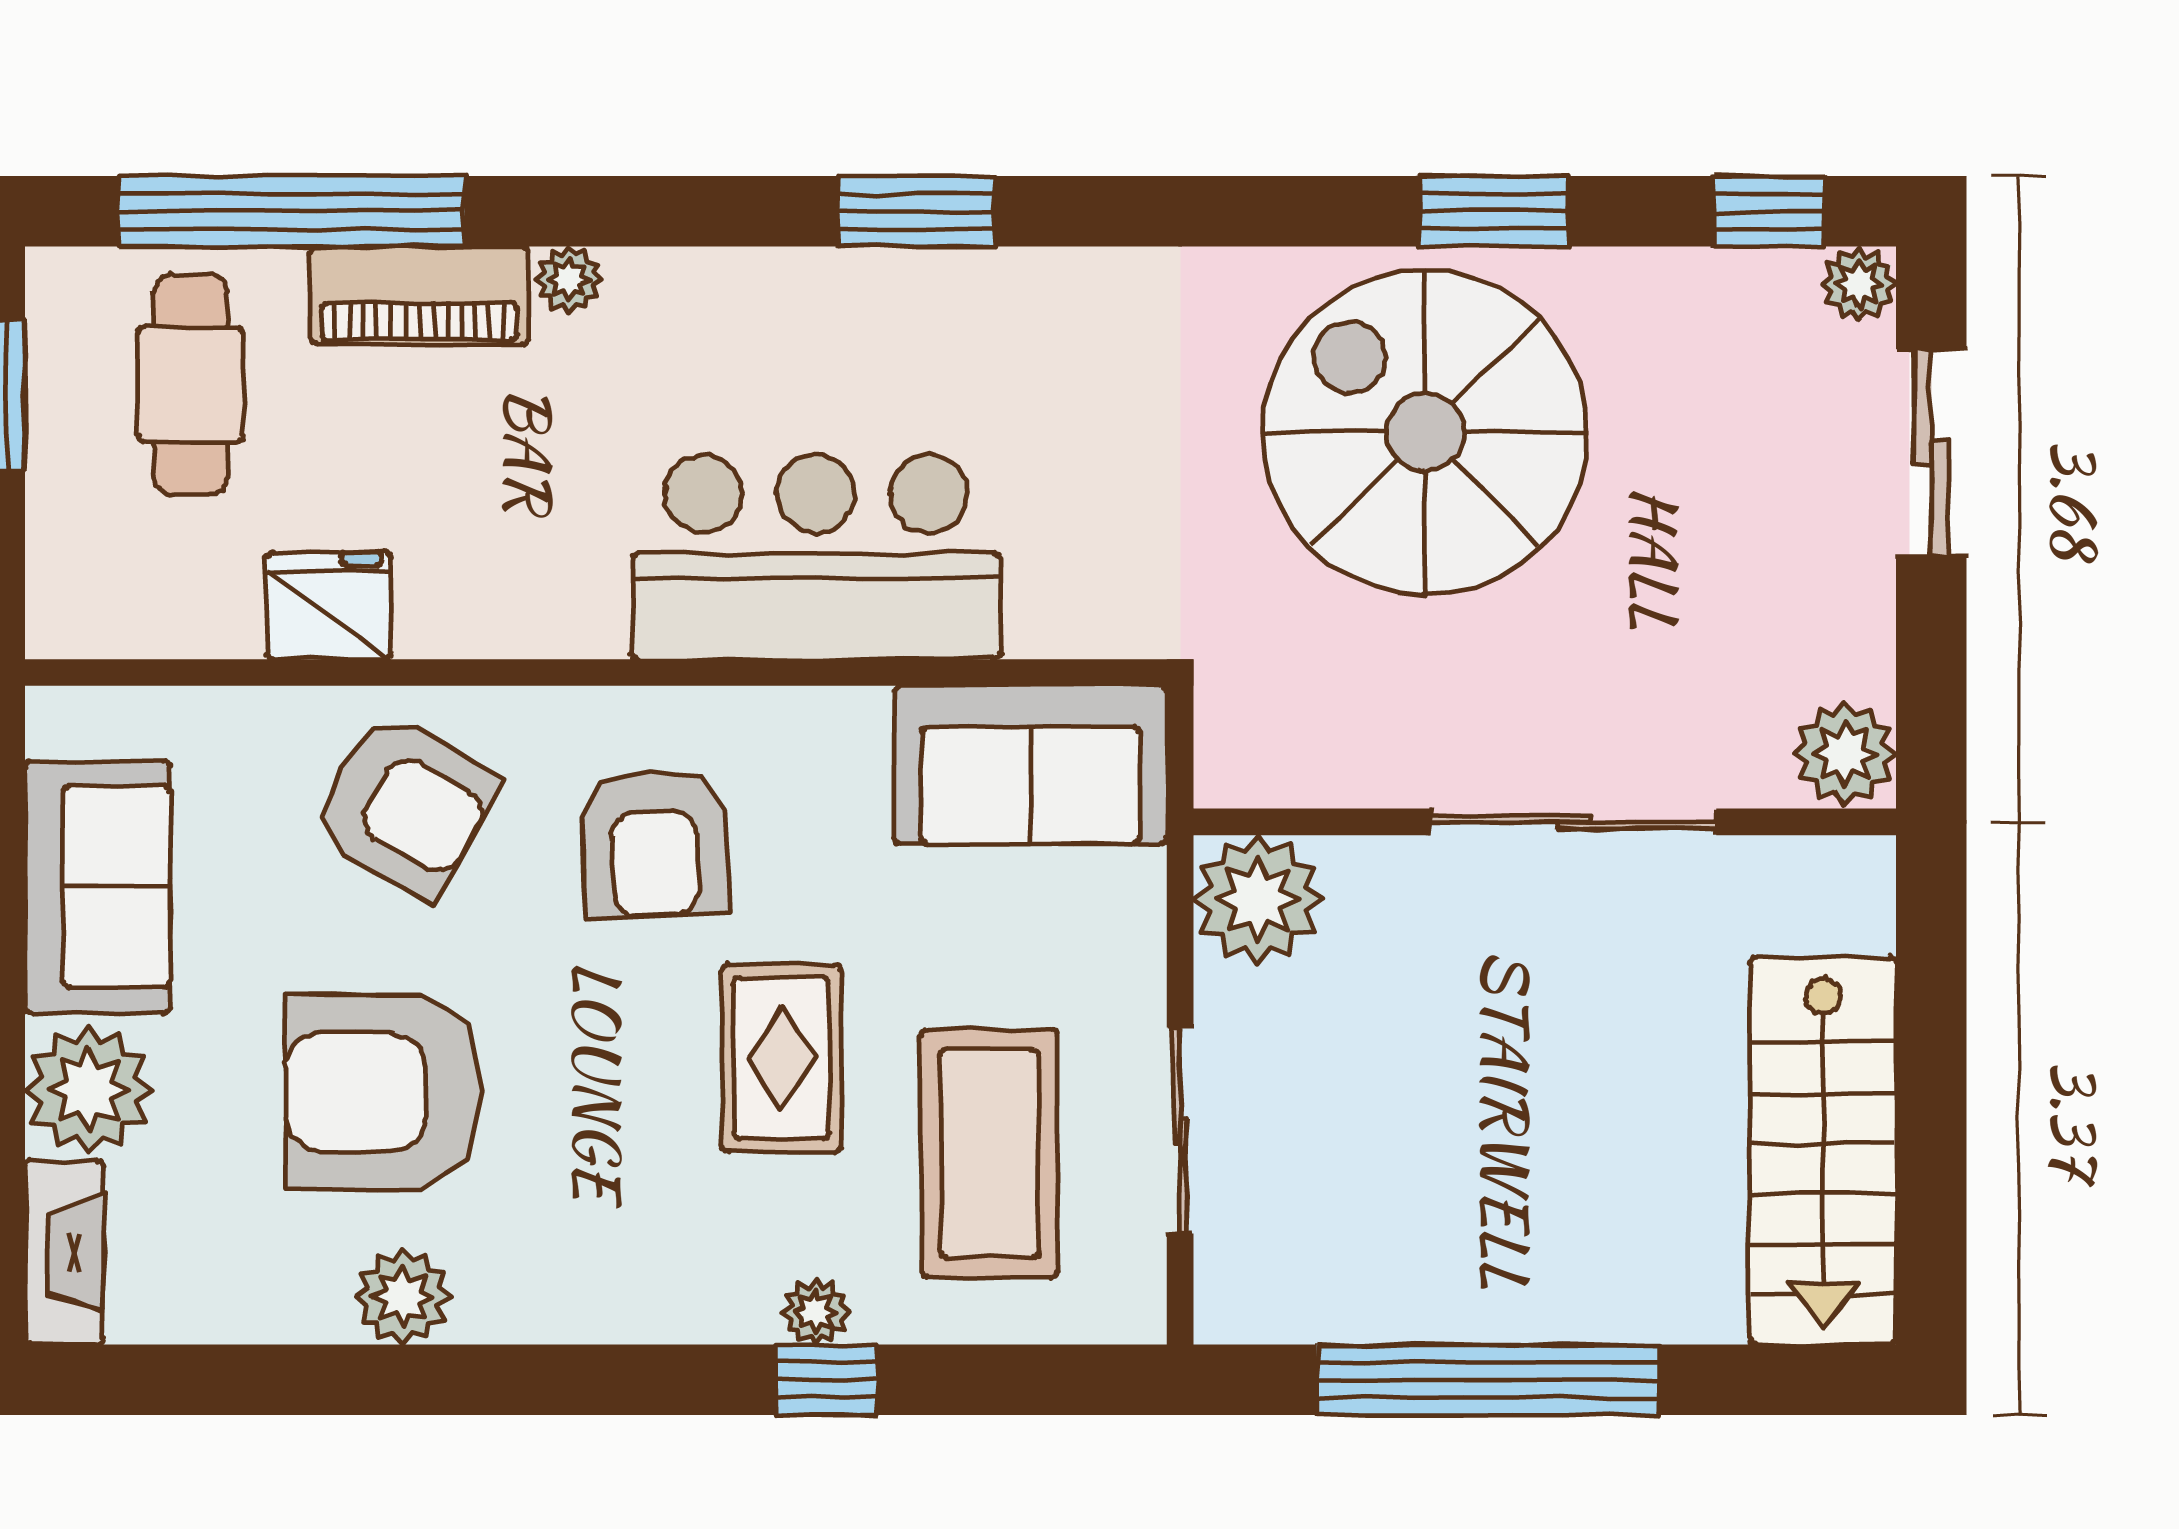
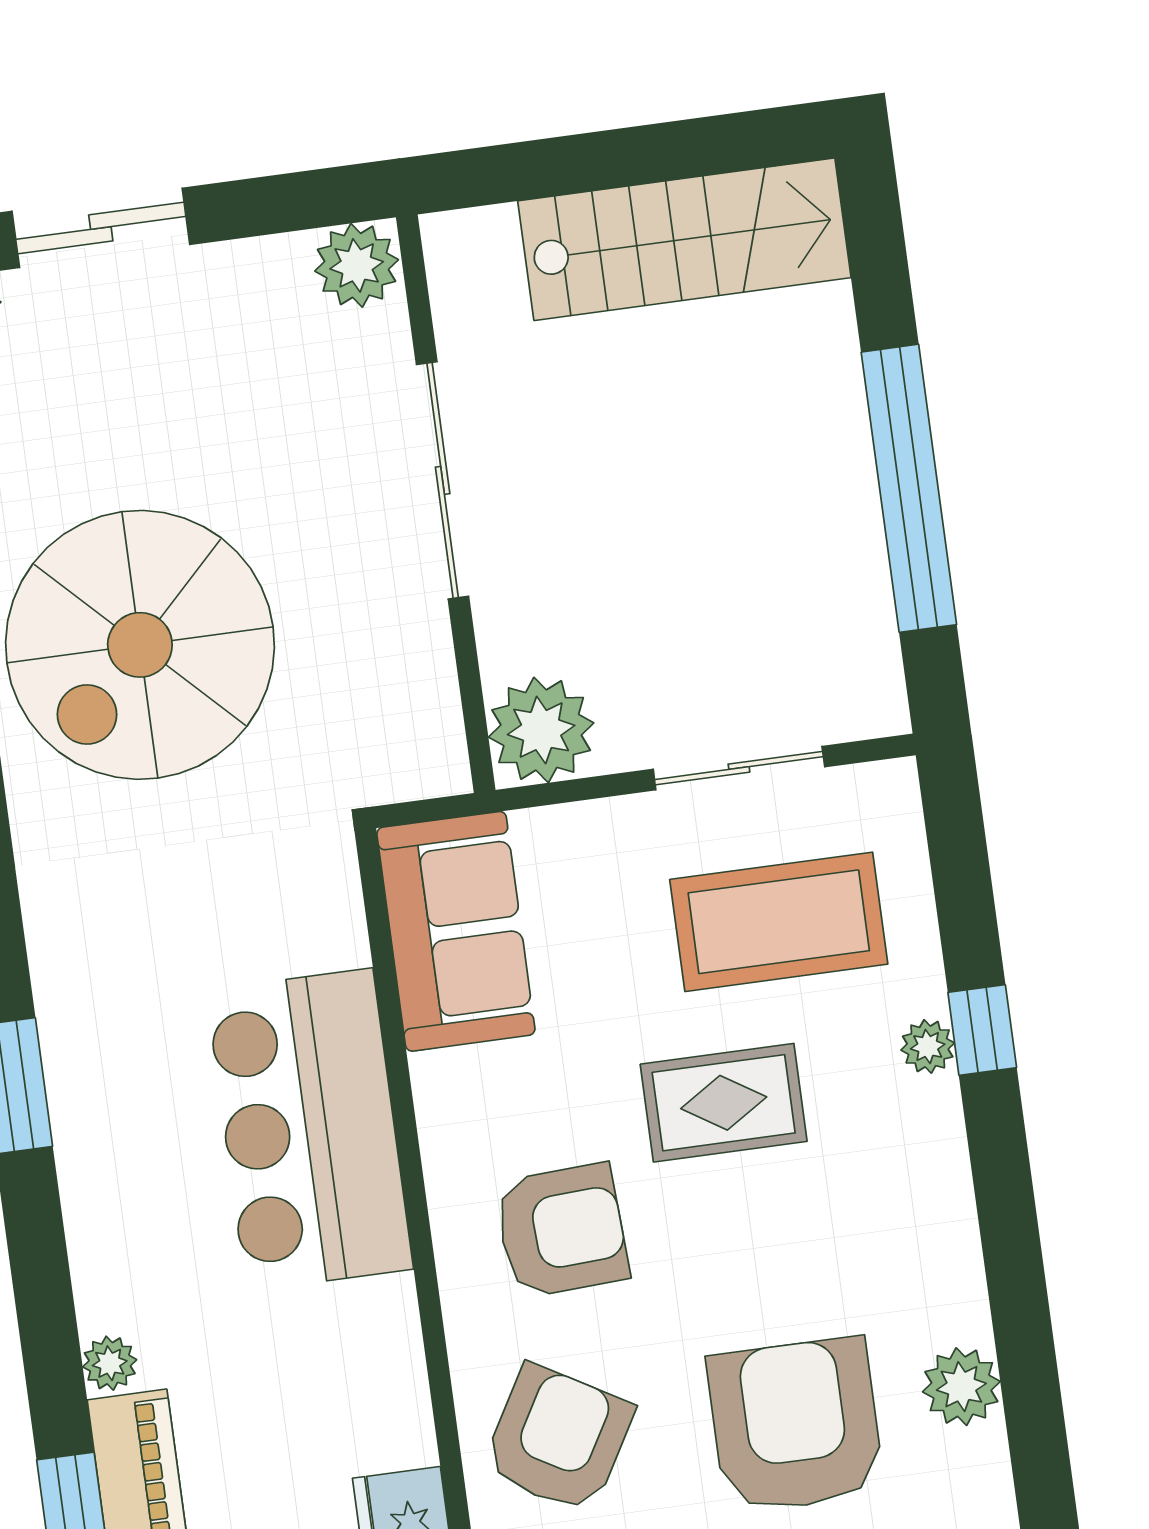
armchair: (383, 1092) -> (795, 1425), turned 180

